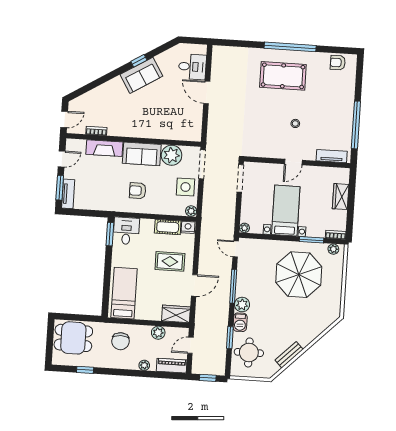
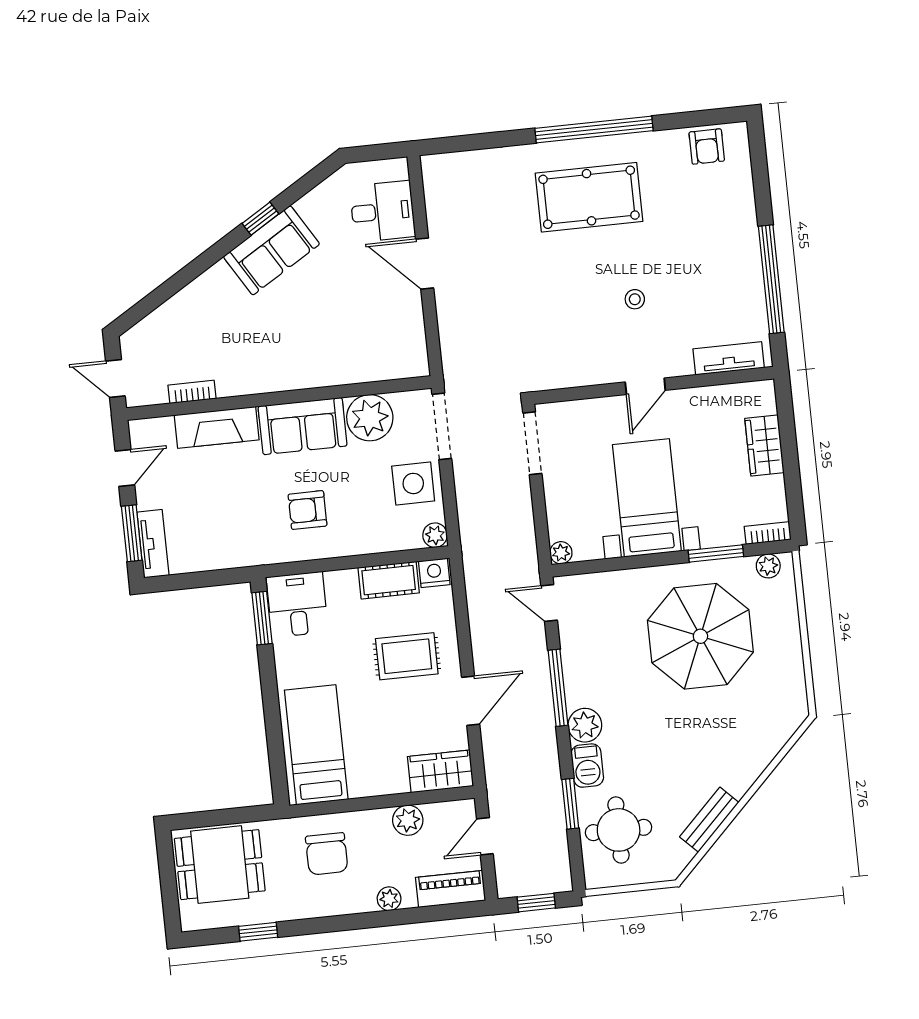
armchair: (338, 63) -> (707, 147), turned -90
door: (64, 119) -> (115, 378), swing flipped

